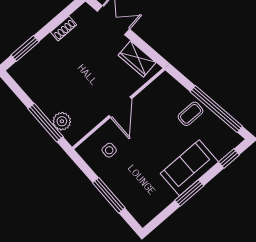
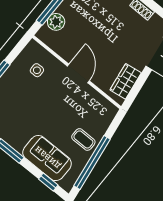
door: (120, 107) -> (78, 74), swing flipped
sofa: (189, 168) -> (47, 158), moved

